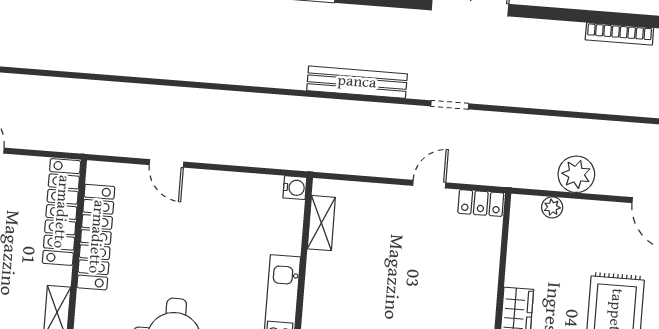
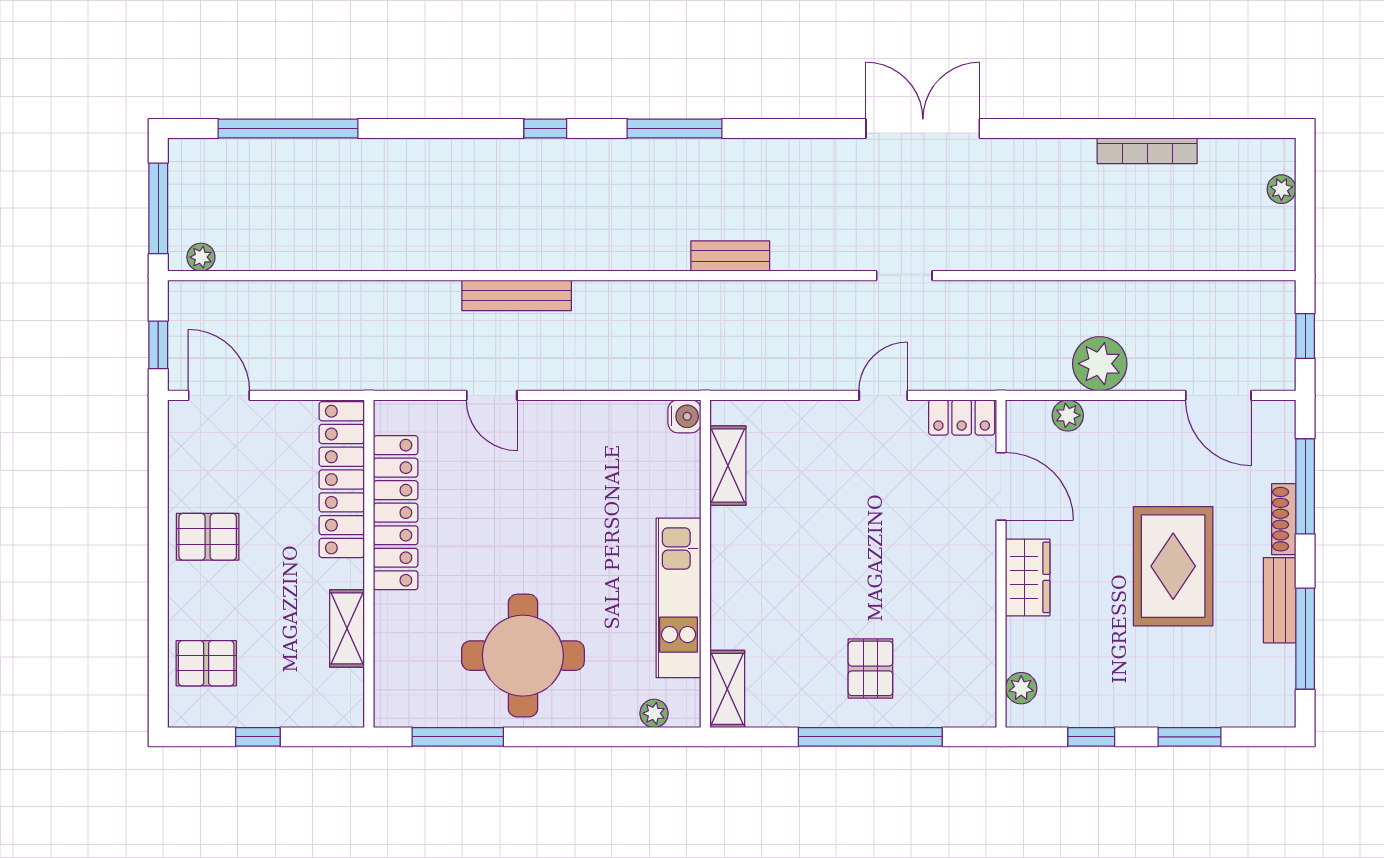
bench: (357, 82) -> (730, 256), width x0.54, depth x0.82
bench: (188, 98) -> (517, 295), added
door: (504, 251) -> (1001, 486), added

